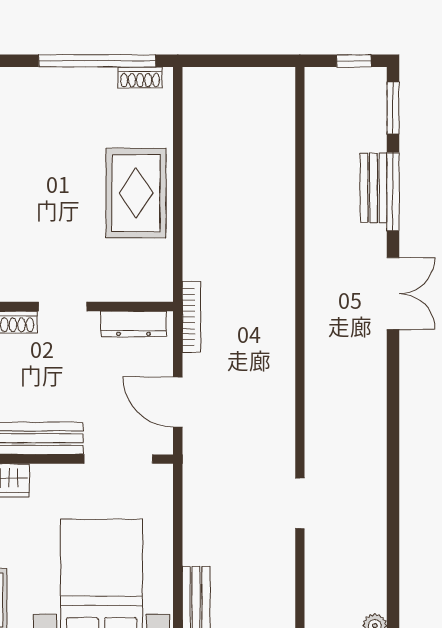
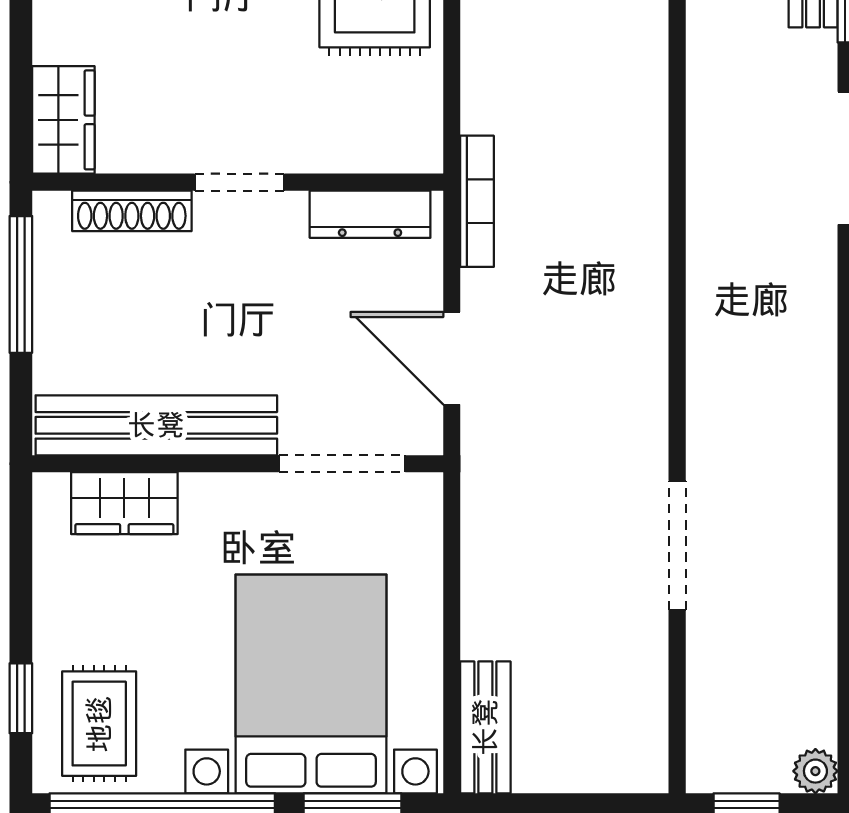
doorway: (300, 503) -> (677, 545), width x1.38

